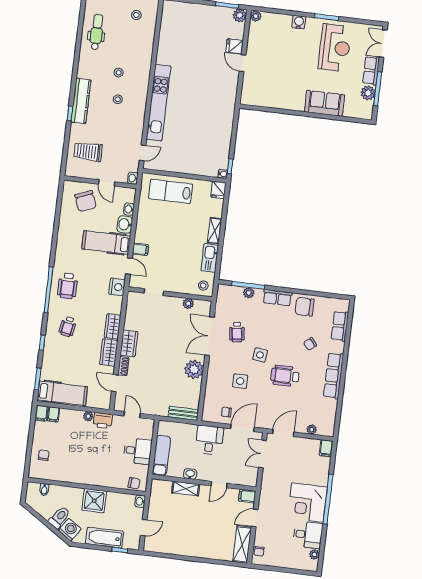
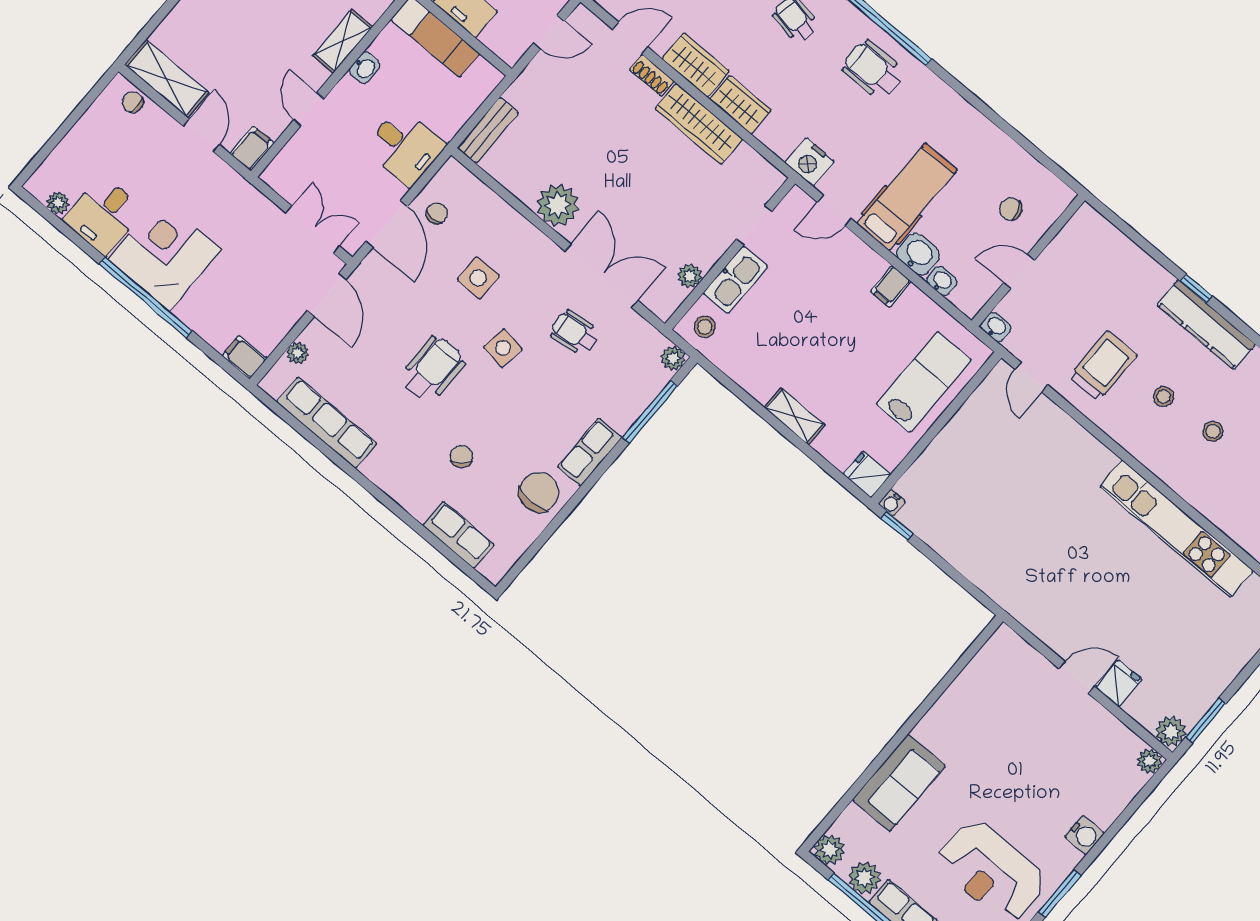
kitchen unit: (159, 103) -> (1177, 529), moved
plant: (366, 113) -> (830, 850), added
trolley: (88, 152) -> (1103, 366), moved
chair: (86, 201) -> (1011, 209), width x0.54, depth x0.54
filing cabinet: (140, 249) -> (891, 286), moved
kitchen sink: (210, 258) -> (735, 280), moved, turned 90
plant: (249, 293) -> (673, 358), moved
wardrobe: (129, 343) -> (699, 124), width x1.50
row of seats: (334, 376) -> (327, 423), moved

